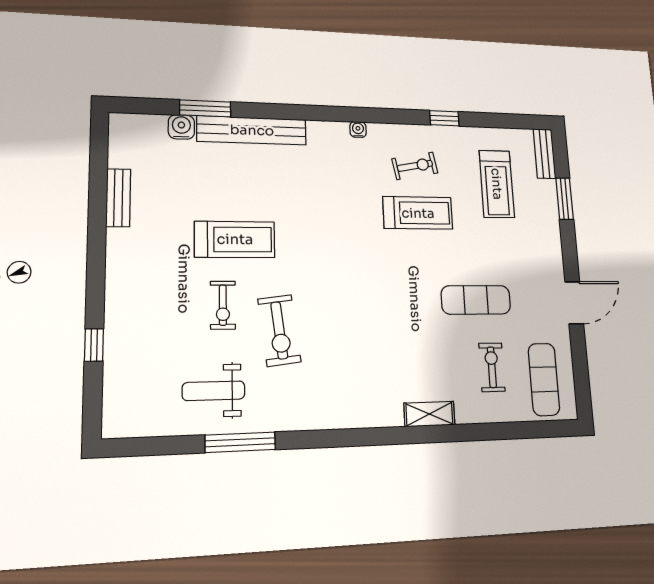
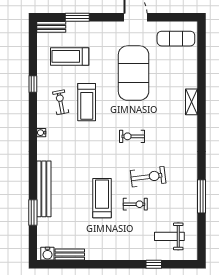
water cooler: (181, 127) -> (47, 254), moved, turned -90
treadmill: (497, 184) -> (70, 56), turned 180
bench: (118, 198) -> (70, 255), moved
treadmill: (418, 213) -> (87, 102), turned 180
exercise mat: (476, 300) -> (134, 73), width x2.00, depth x1.45
exercise bike: (492, 367) -> (132, 136), moved
weight bench: (214, 391) -> (169, 236), moved, turned 90

